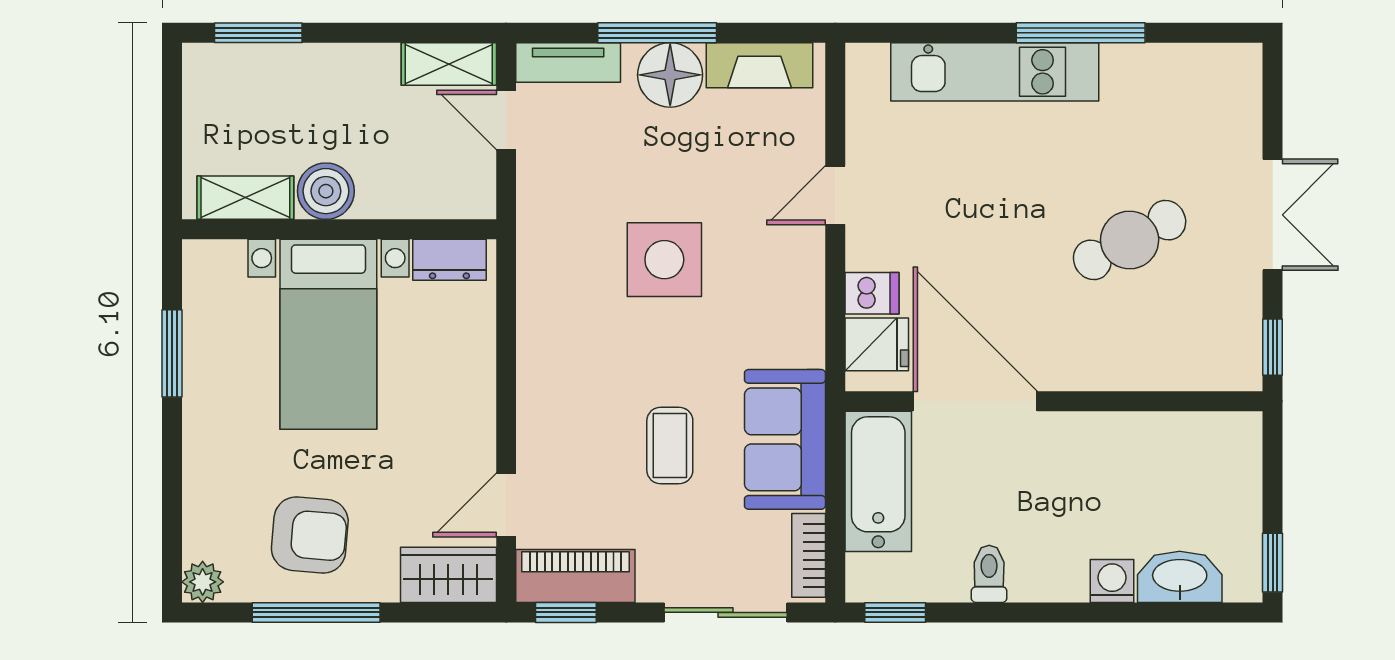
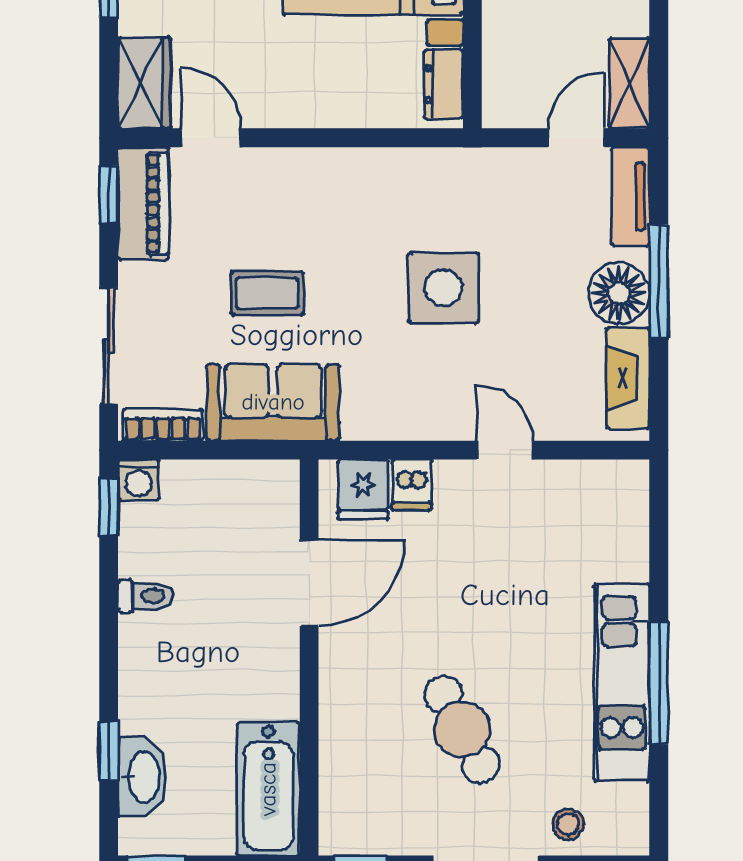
kitchen unit: (995, 72) -> (622, 682), moved
stool: (1229, 128) -> (568, 824), added
door: (975, 401) -> (309, 583), width x0.73
bathtub: (878, 481) -> (268, 789), moved, turned 90
washing machine: (1112, 581) -> (138, 480), moved, turned 90
window: (1152, 612) -> (109, 751), added

